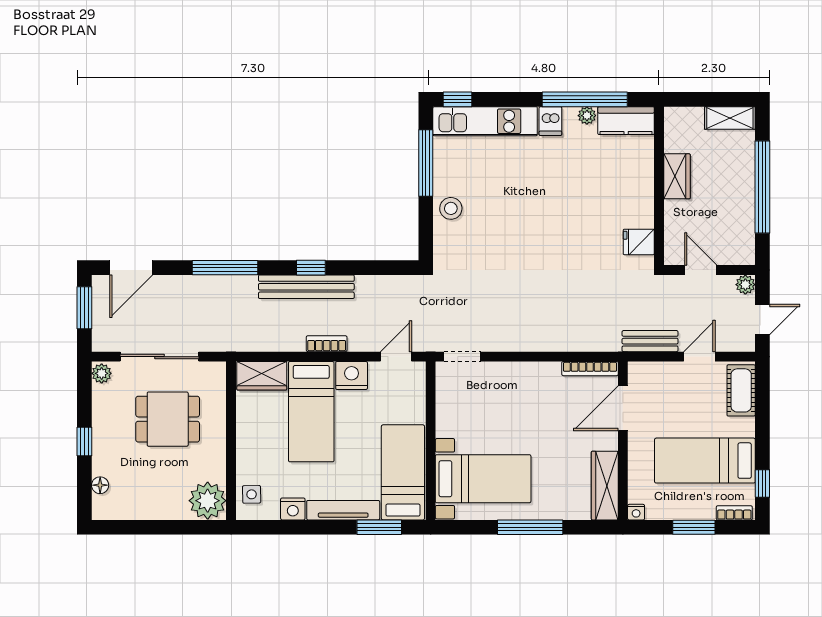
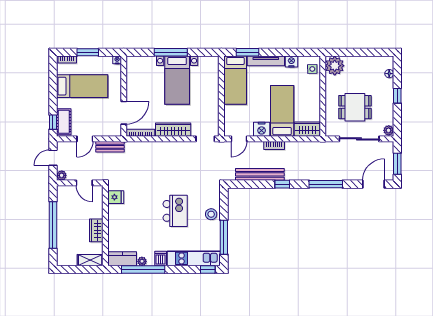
shelving: (730, 118) -> (90, 260), moved
kitchen island: (522, 215) -> (175, 211), added
bench: (306, 287) -> (260, 174), moved
bed with nightstands: (483, 479) -> (177, 80), moved, turned -90
window: (762, 484) -> (53, 122), moved
wardrobe: (605, 486) -> (173, 130), moved, turned -90

